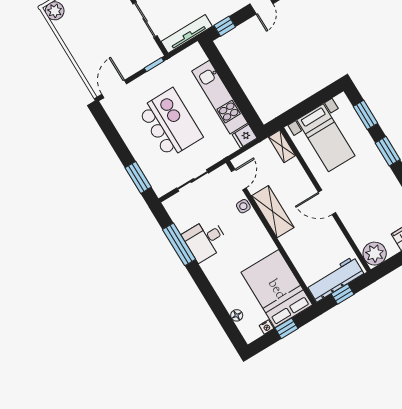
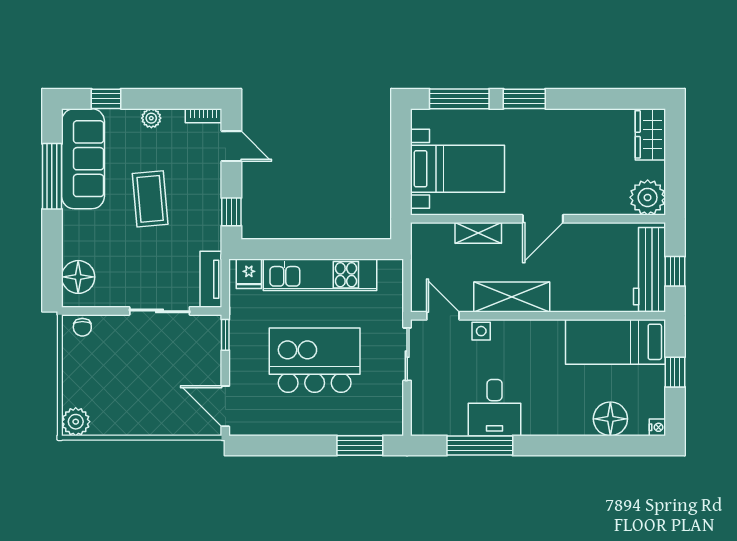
tv unit: (187, 34) -> (211, 279), width x0.71
window: (365, 115) -> (459, 99), width x1.44
fridge: (245, 136) -> (249, 274), moved
shelving: (282, 146) -> (478, 233), moved
sliding door: (192, 180) -> (407, 354), moved
bed: (277, 289) -> (615, 342), width x0.67
floor lamp: (237, 315) -> (610, 419), width x1.89, depth x1.89
nightstand: (266, 327) -> (657, 427), moved

